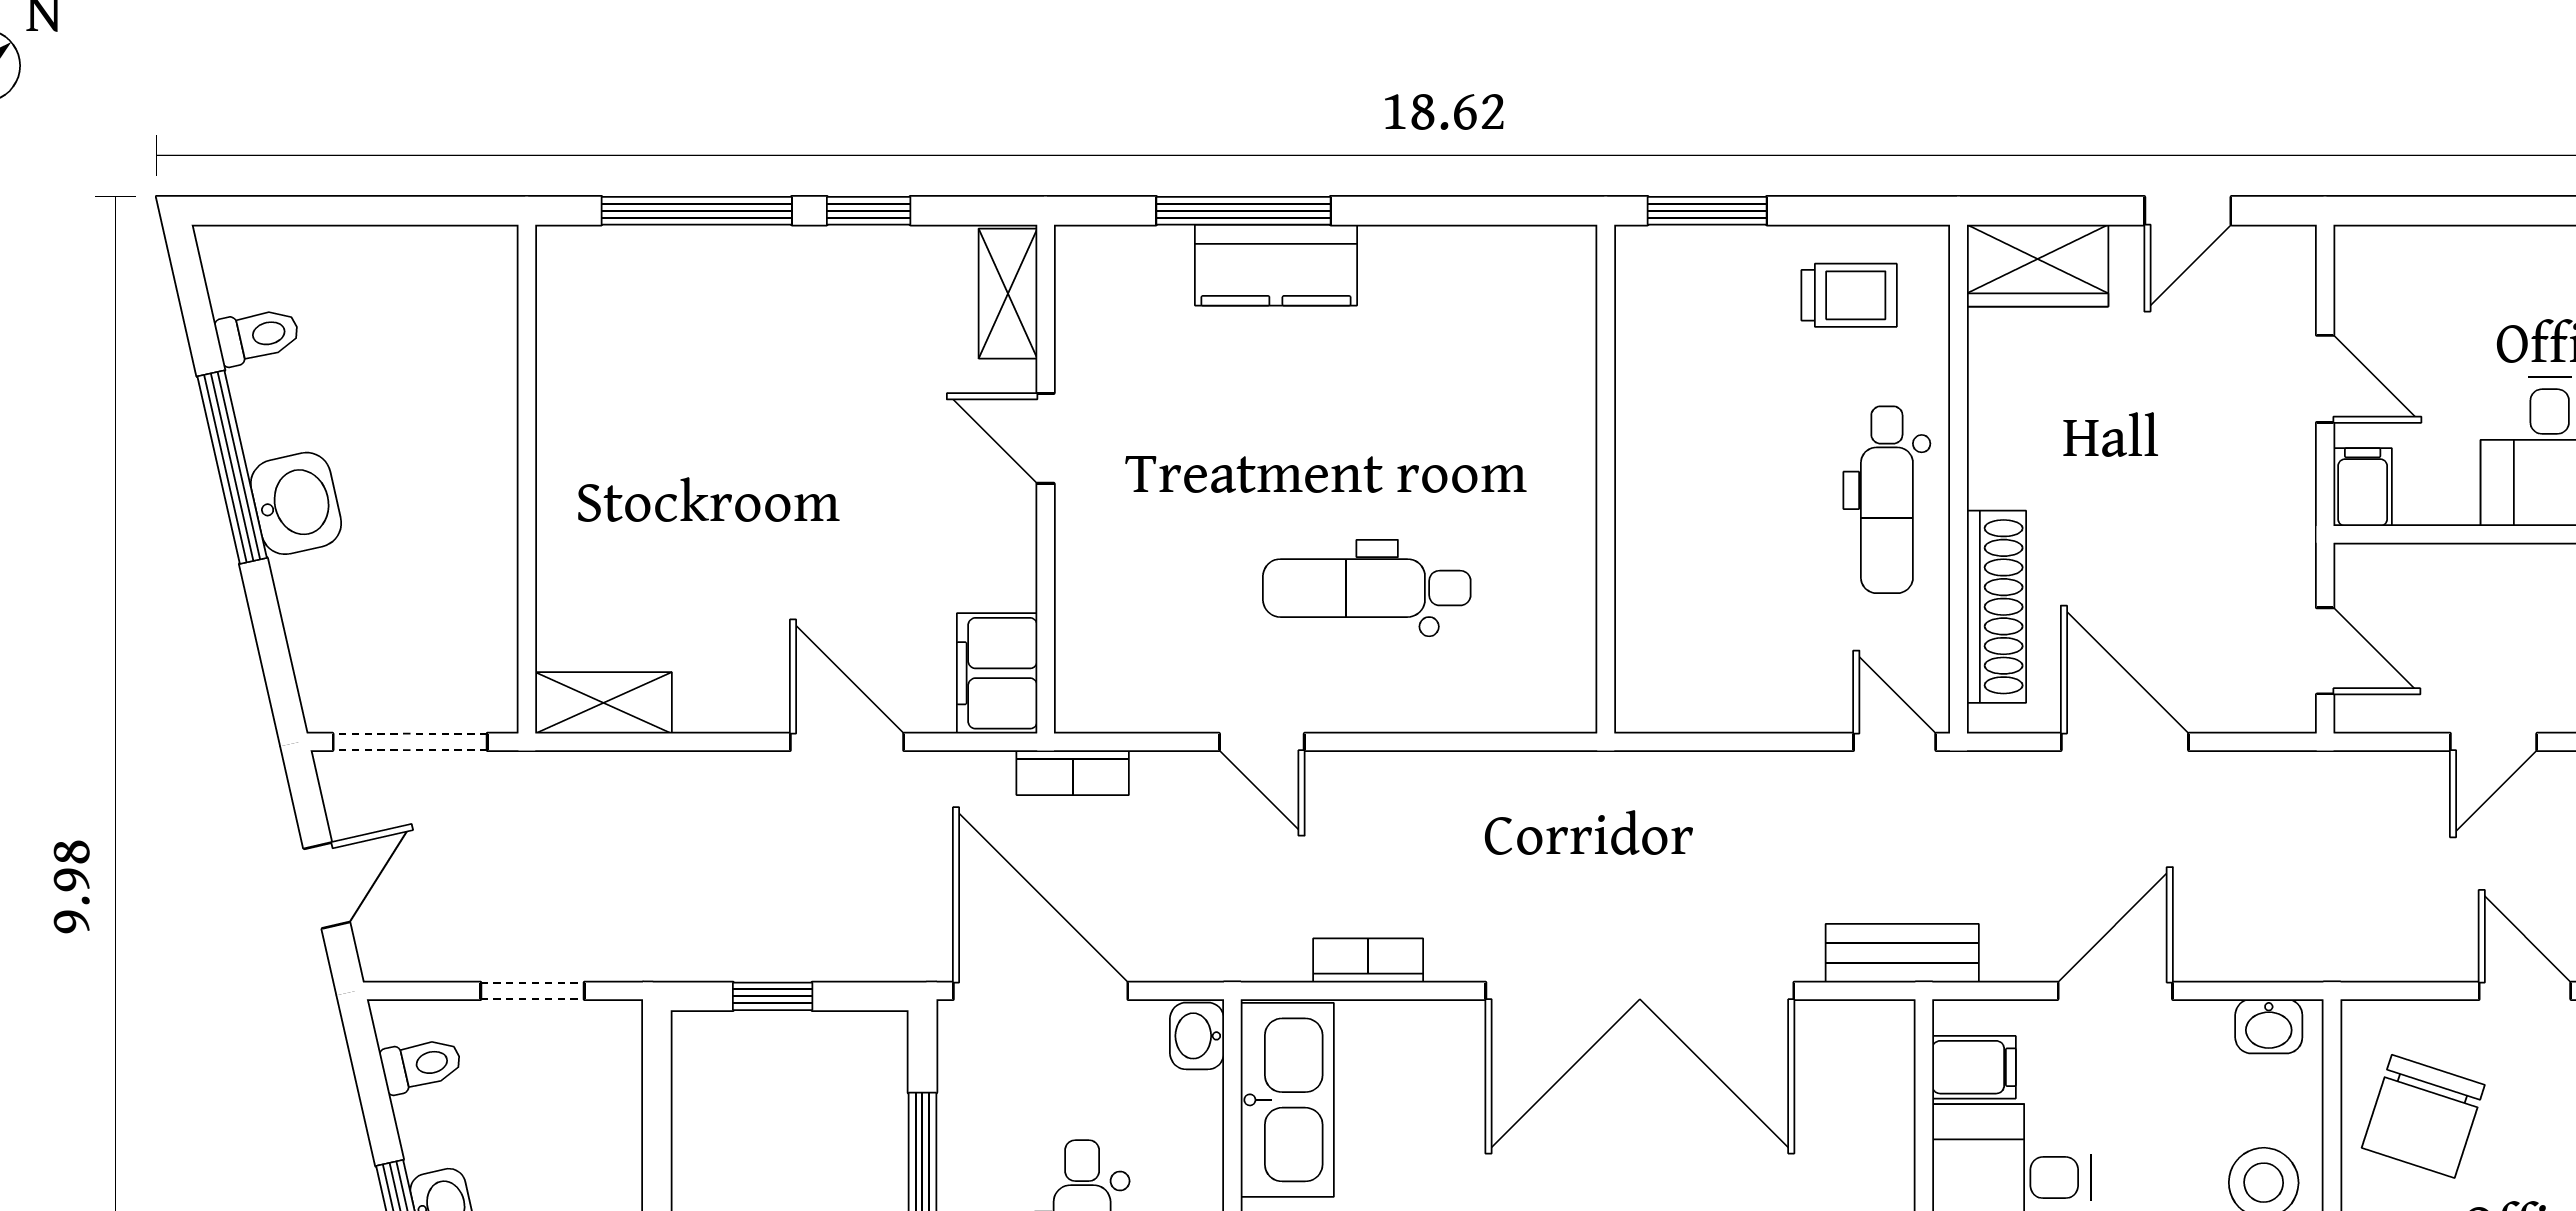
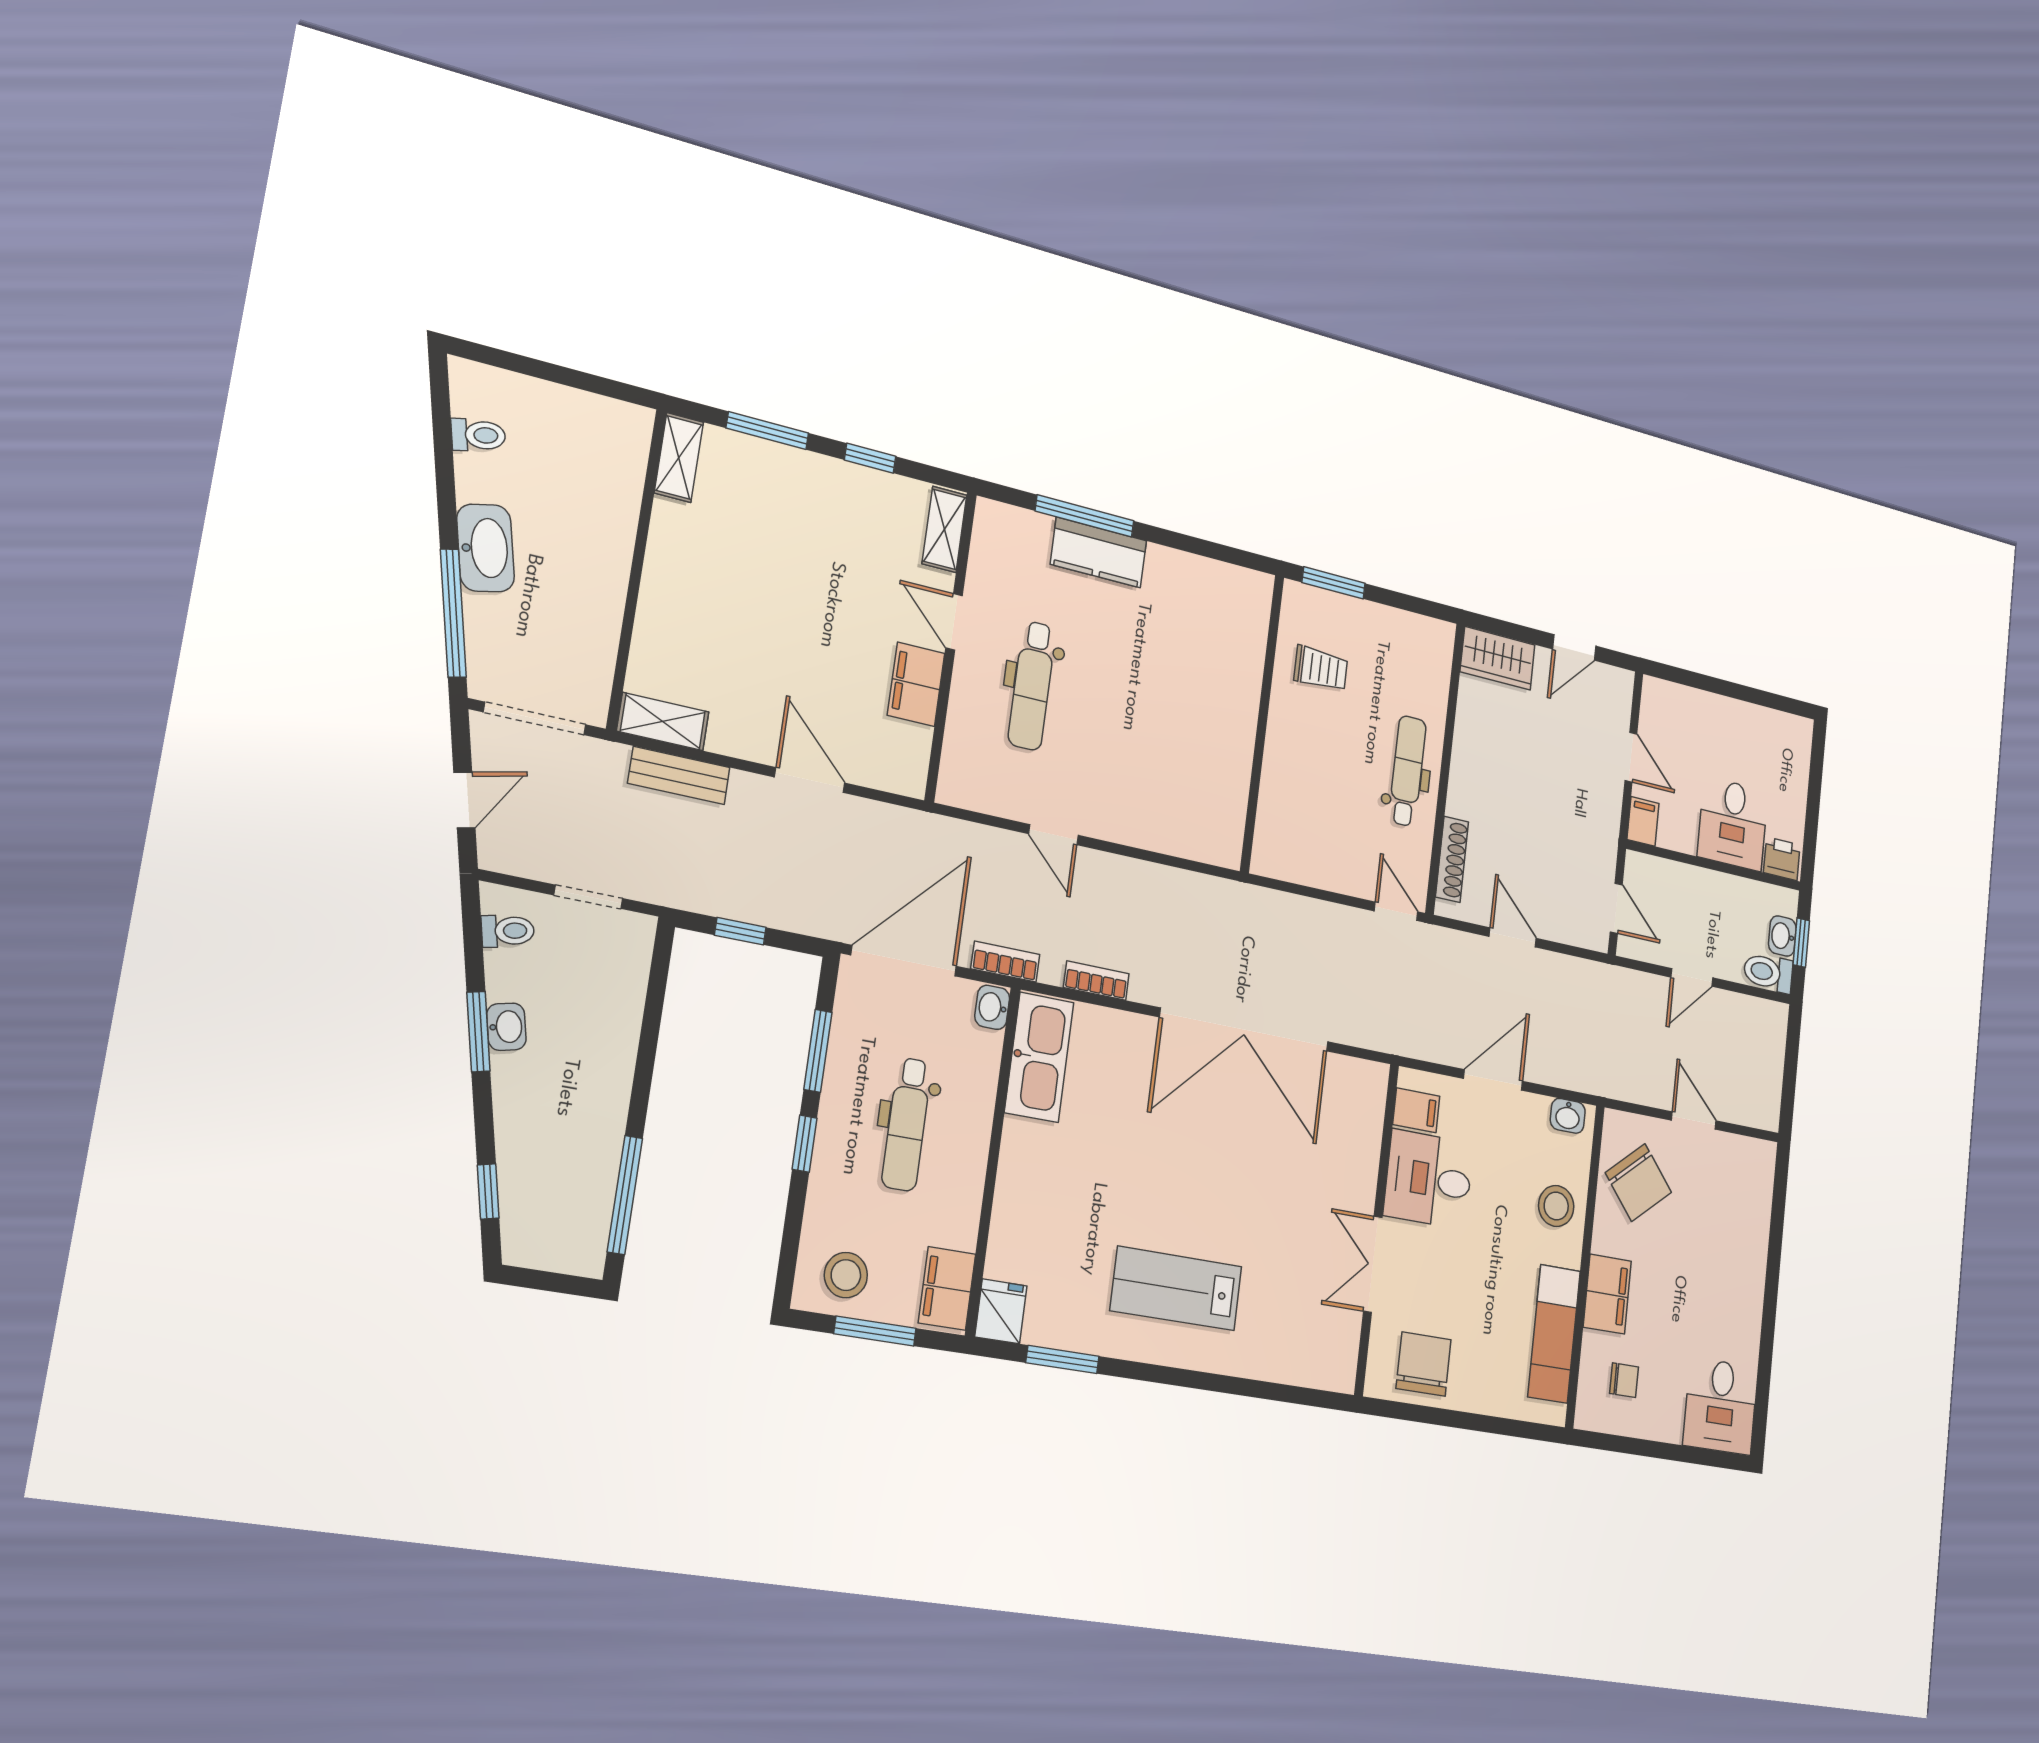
window: (697, 211) -> (767, 431), width x0.69
shelving: (565, 290) -> (679, 457), added
trolley: (1849, 295) -> (1321, 669), moved
window: (232, 467) -> (453, 613), moved
dental chair: (1887, 500) -> (1407, 771), turned 180
washbasin: (296, 503) -> (486, 548), width x1.38
dental chair: (1367, 588) -> (1032, 686), moved, turned -90
shoe rack: (1996, 607) -> (1452, 859), width x0.74, depth x0.81
filing cabinet: (997, 673) -> (916, 684), moved
door: (2125, 742) -> (1513, 937), width x0.73
bookcase: (1073, 773) -> (1005, 962), moved, turned 180
bench: (1902, 953) -> (679, 775), moved
door: (1041, 991) -> (904, 961), hinge flipped
chair: (2423, 1116) -> (1638, 1182), turned -58

